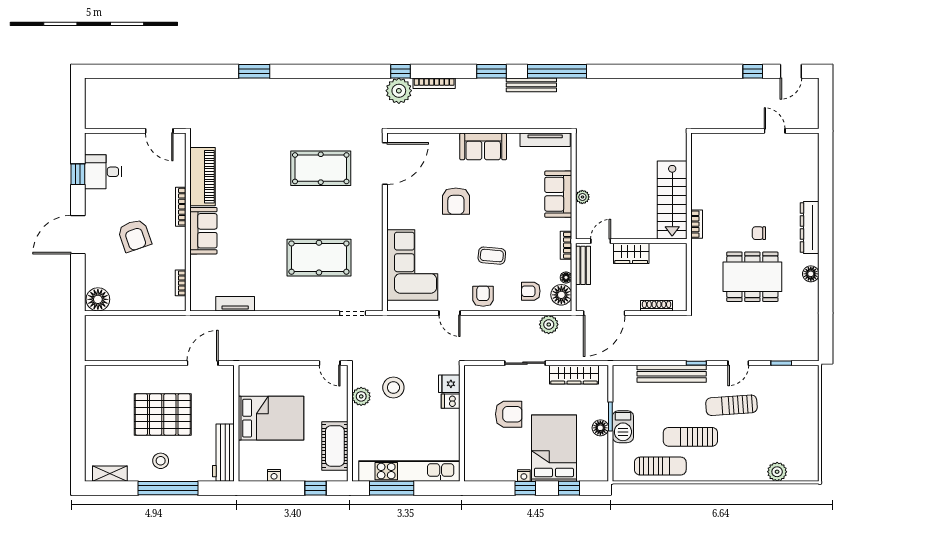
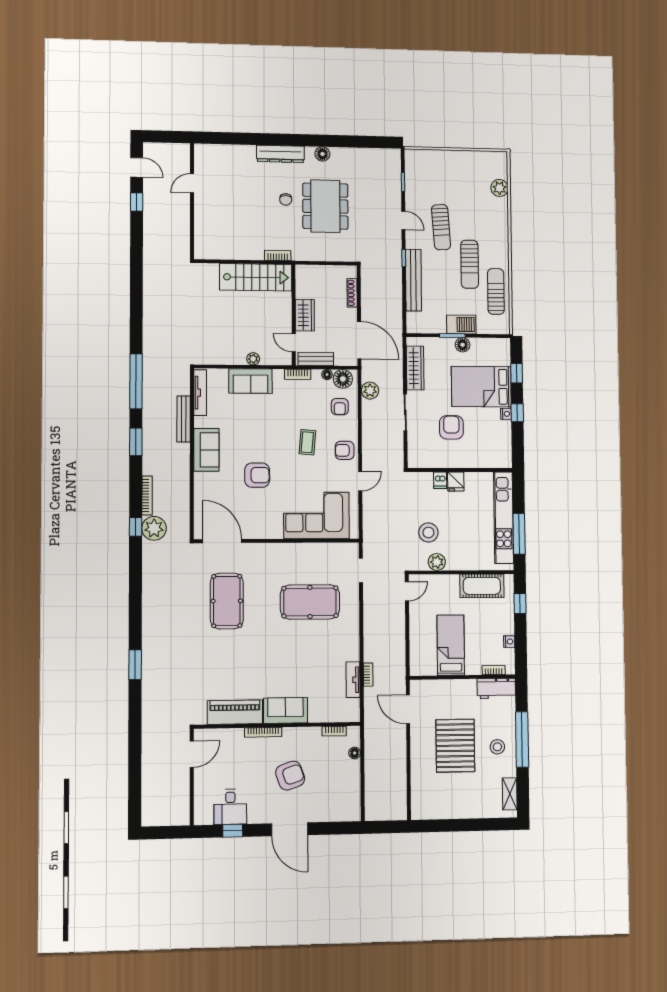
bench: (531, 85) -> (184, 419), moved
pool table: (319, 258) -> (310, 602), turned 90
floor lamp: (98, 299) -> (355, 753), moved, width x0.53, depth x0.53
bookcase: (240, 320) -> (368, 675), added
fridge: (449, 384) -> (456, 481), moved
bed: (271, 418) -> (451, 645), width x0.67
workbench: (223, 453) -> (496, 689), width x0.73
bookcase: (243, 458) -> (494, 670), added

